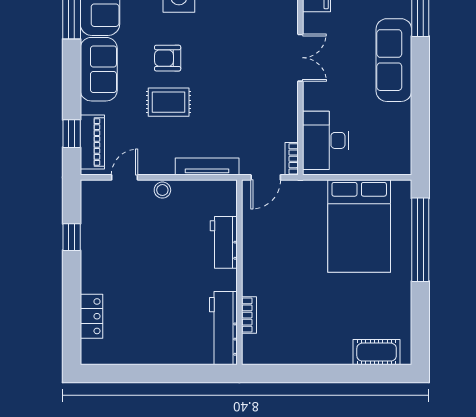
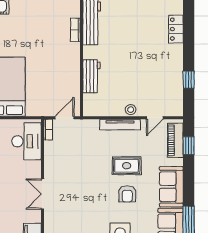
armchair: (168, 58) -> (127, 194), turned 90
tv unit: (207, 167) -> (120, 125), moved

